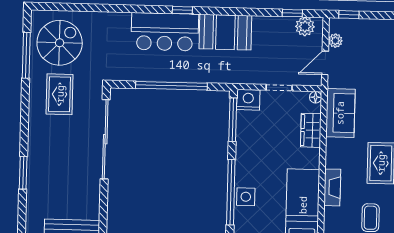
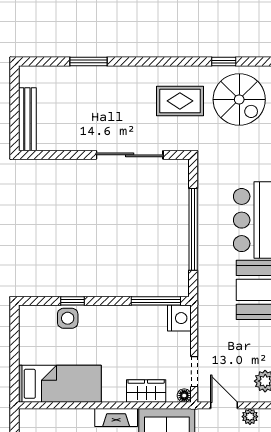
window: (26, 55) -> (224, 61), width x0.46
doorway: (279, 88) -> (194, 372), moved
sliding door: (105, 139) -> (130, 155), width x0.73
fireplace: (332, 187) -> (116, 417), moved
window: (231, 192) -> (72, 301), width x0.32

